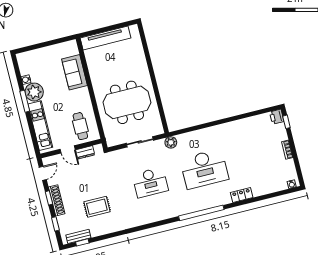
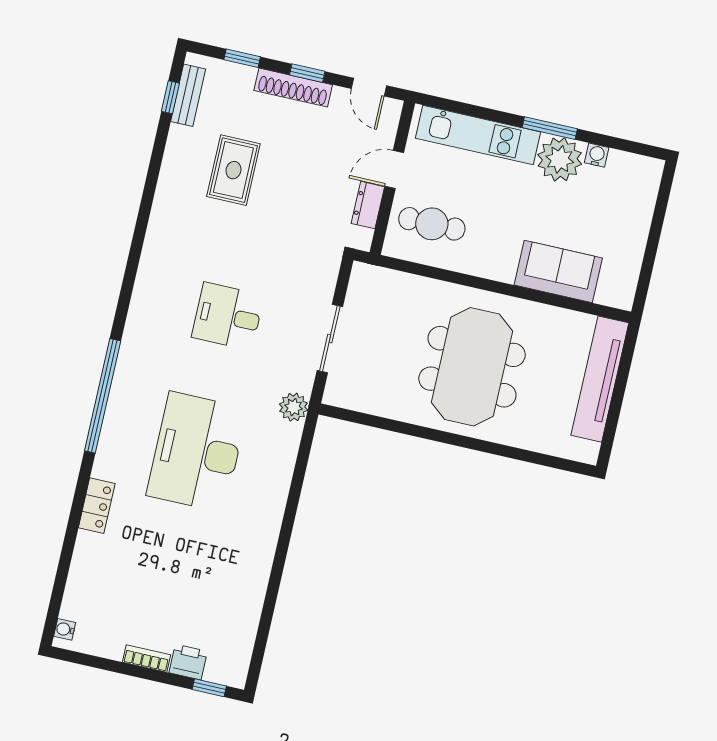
meeting table: (127, 102) -> (472, 367), moved
printer: (277, 117) -> (188, 662), moved
desk: (150, 182) -> (228, 316), width x0.73

